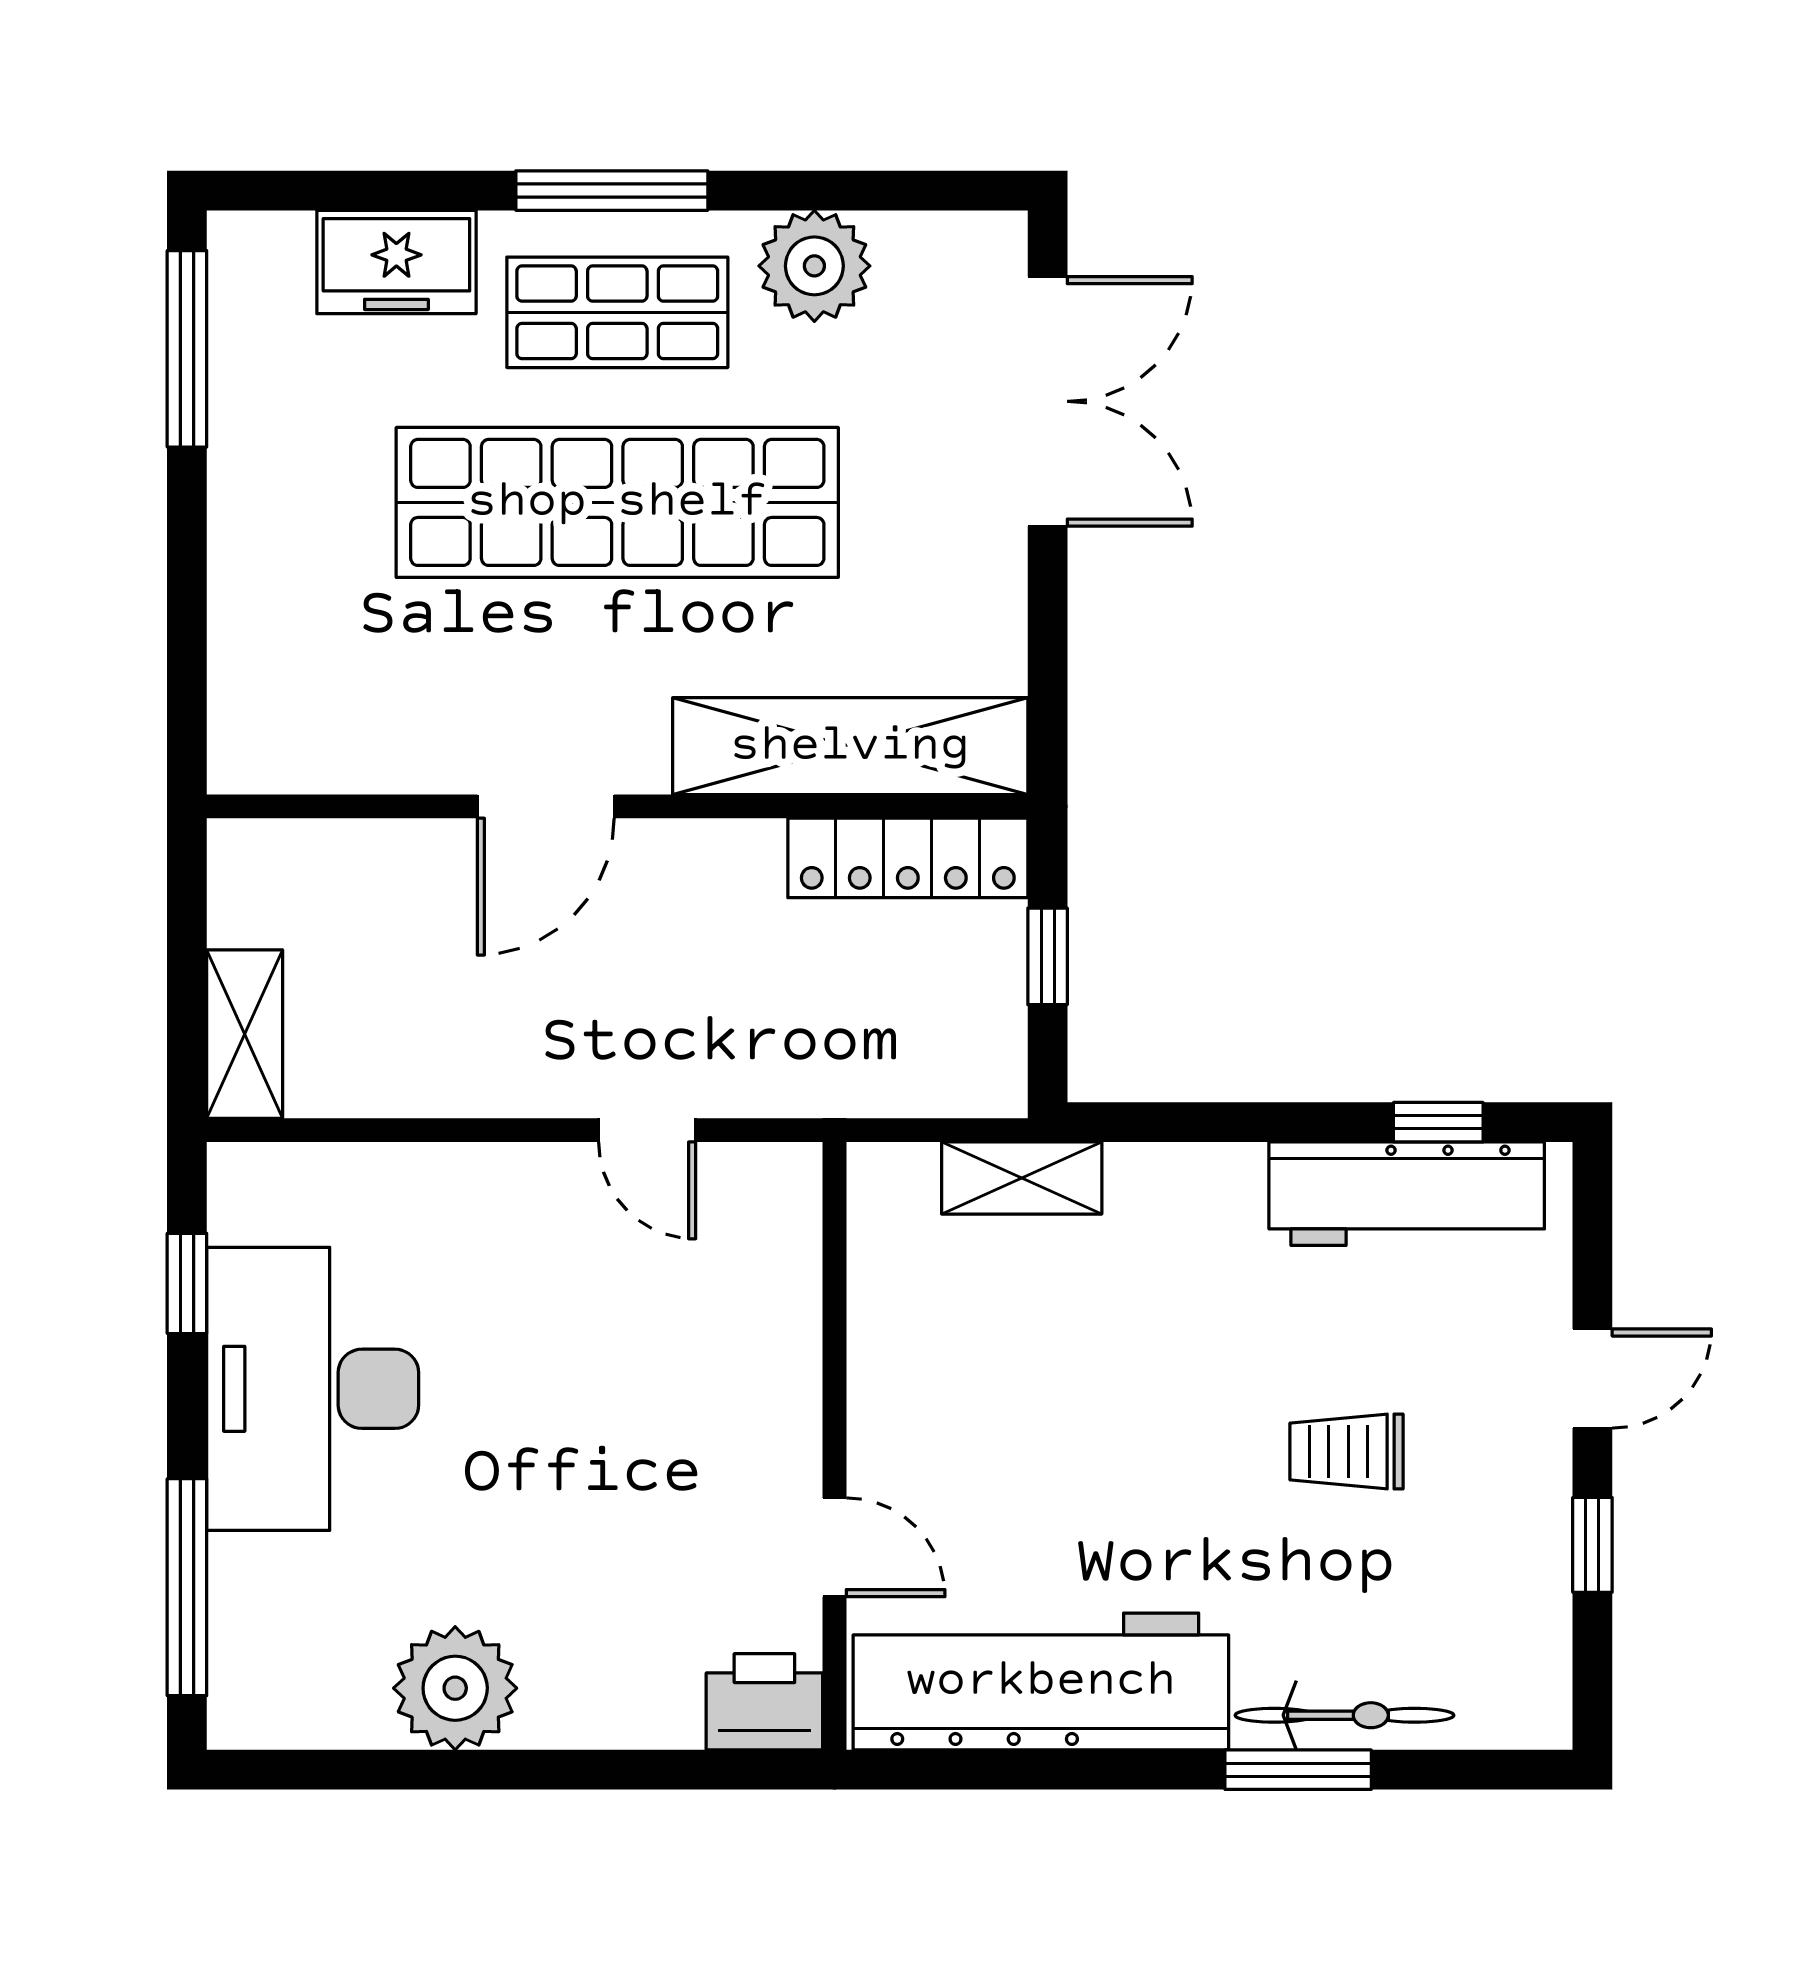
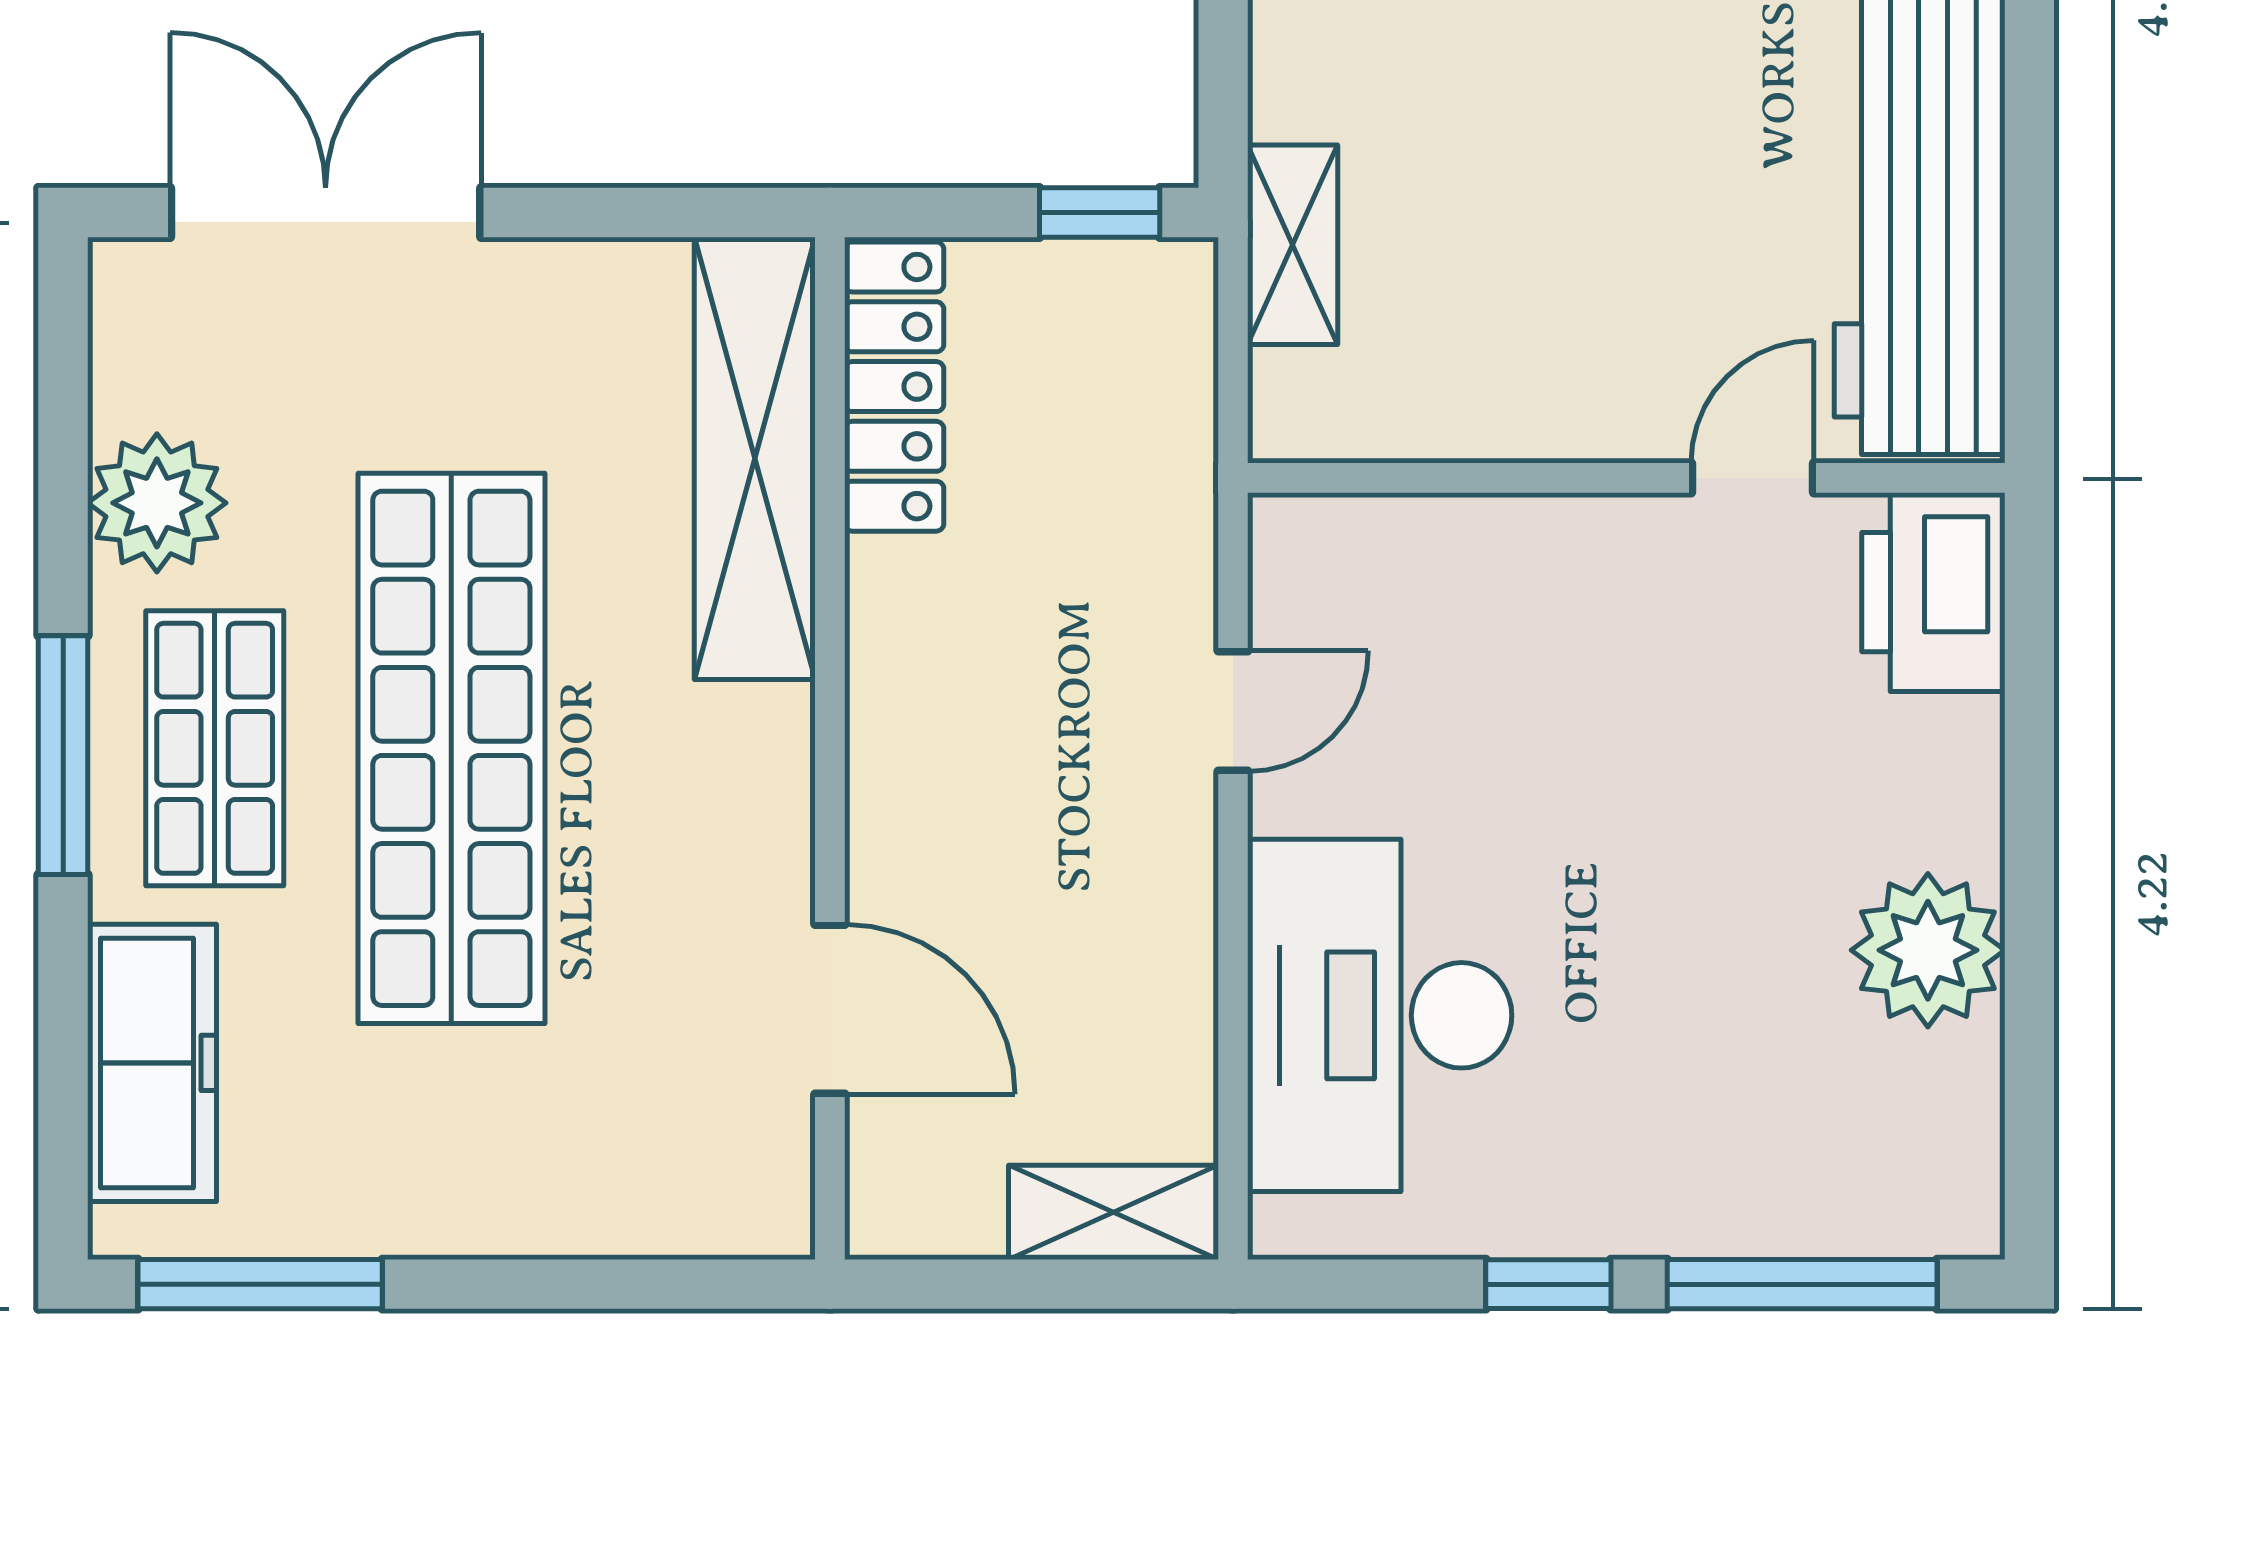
freezer: (396, 262) -> (152, 1063), width x1.40
door: (546, 806) -> (830, 1009), moved
window: (1048, 956) -> (1100, 212), moved
window: (187, 1283) -> (1548, 1284), moved
desk: (313, 1389) -> (1380, 1015), moved, turned 90
printer: (764, 1702) -> (1933, 592), width x1.37, depth x1.19

